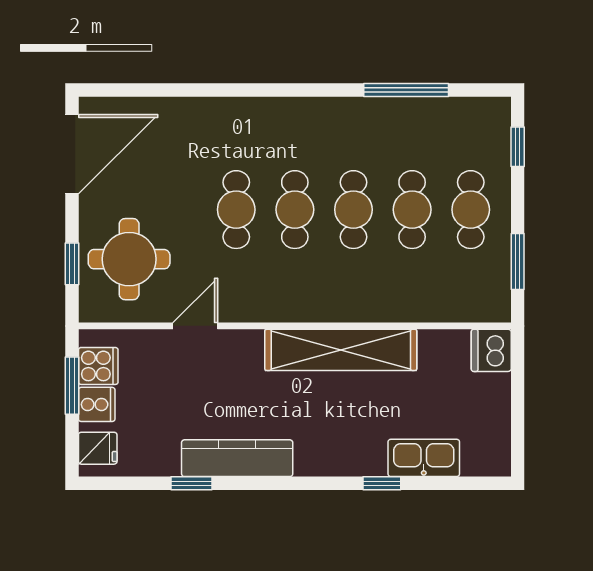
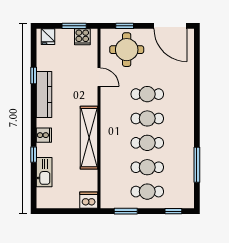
cooker: (97, 404) -> (44, 135), moved, turned -90

